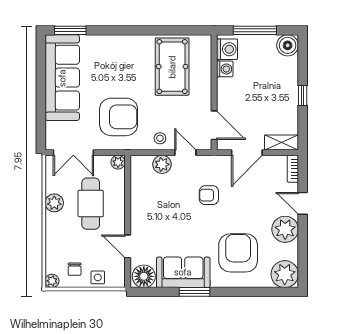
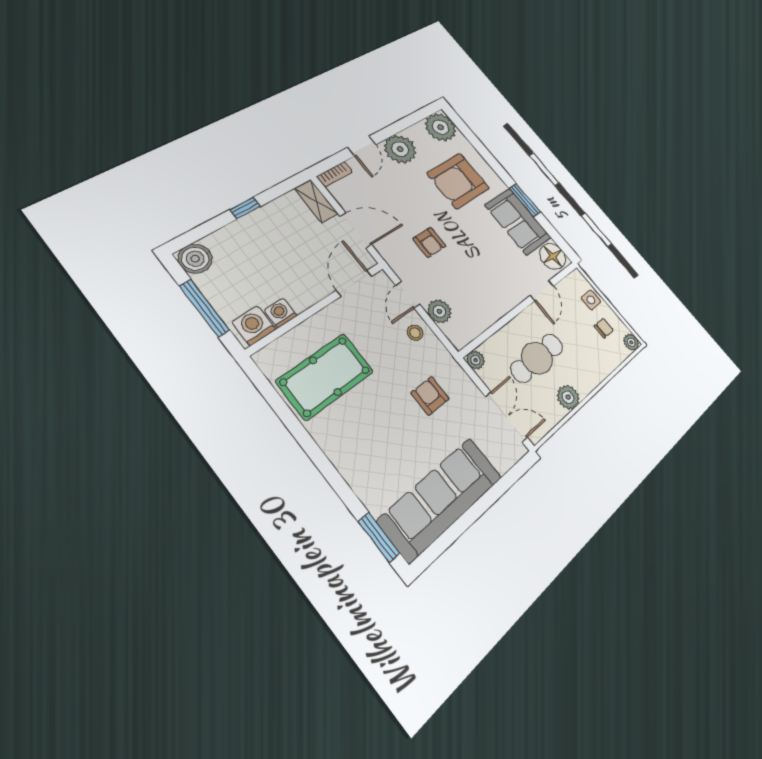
armchair: (119, 117) -> (430, 396), width x0.53, depth x0.53

